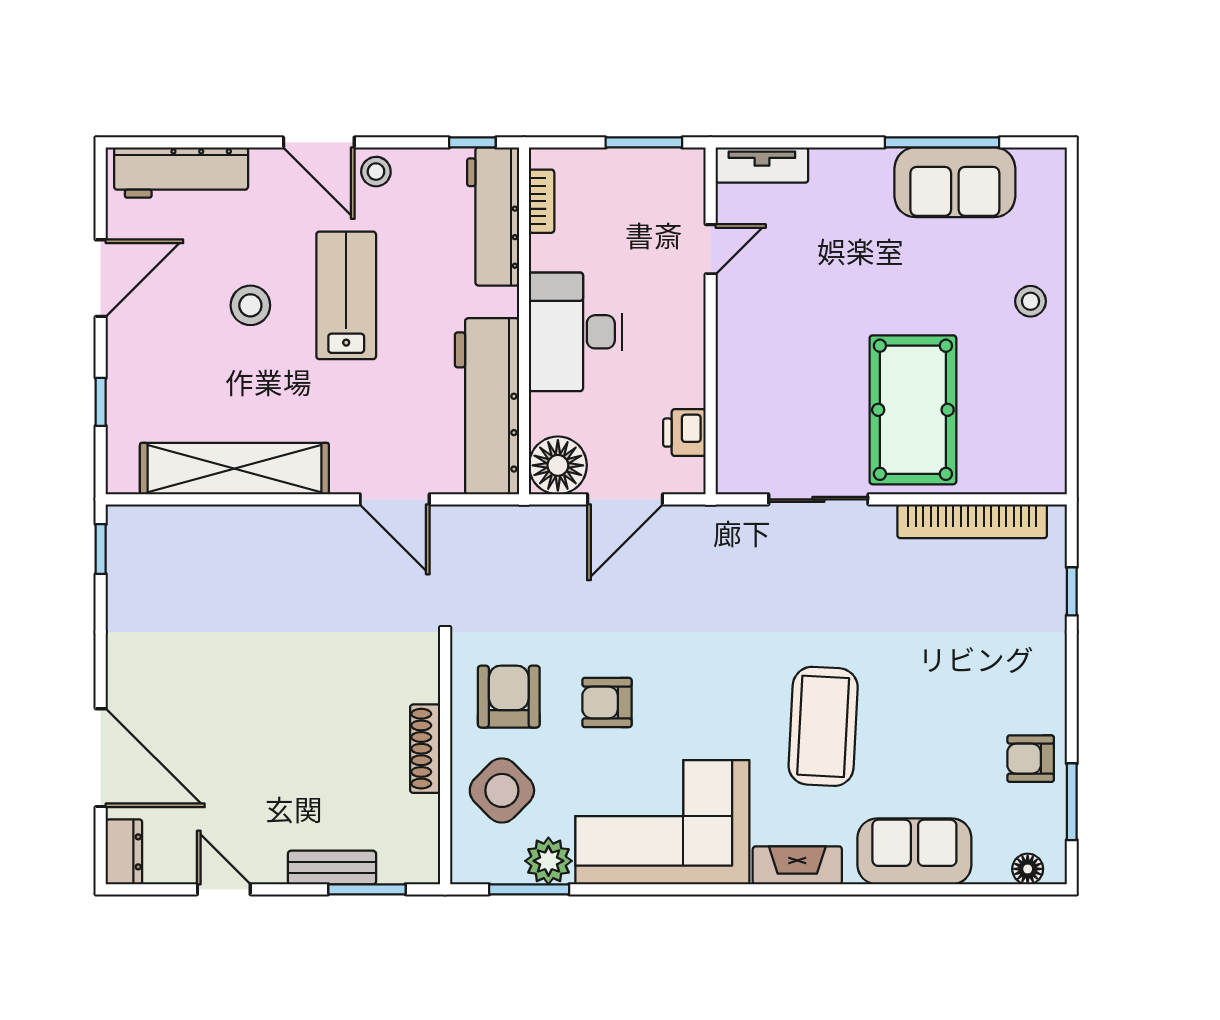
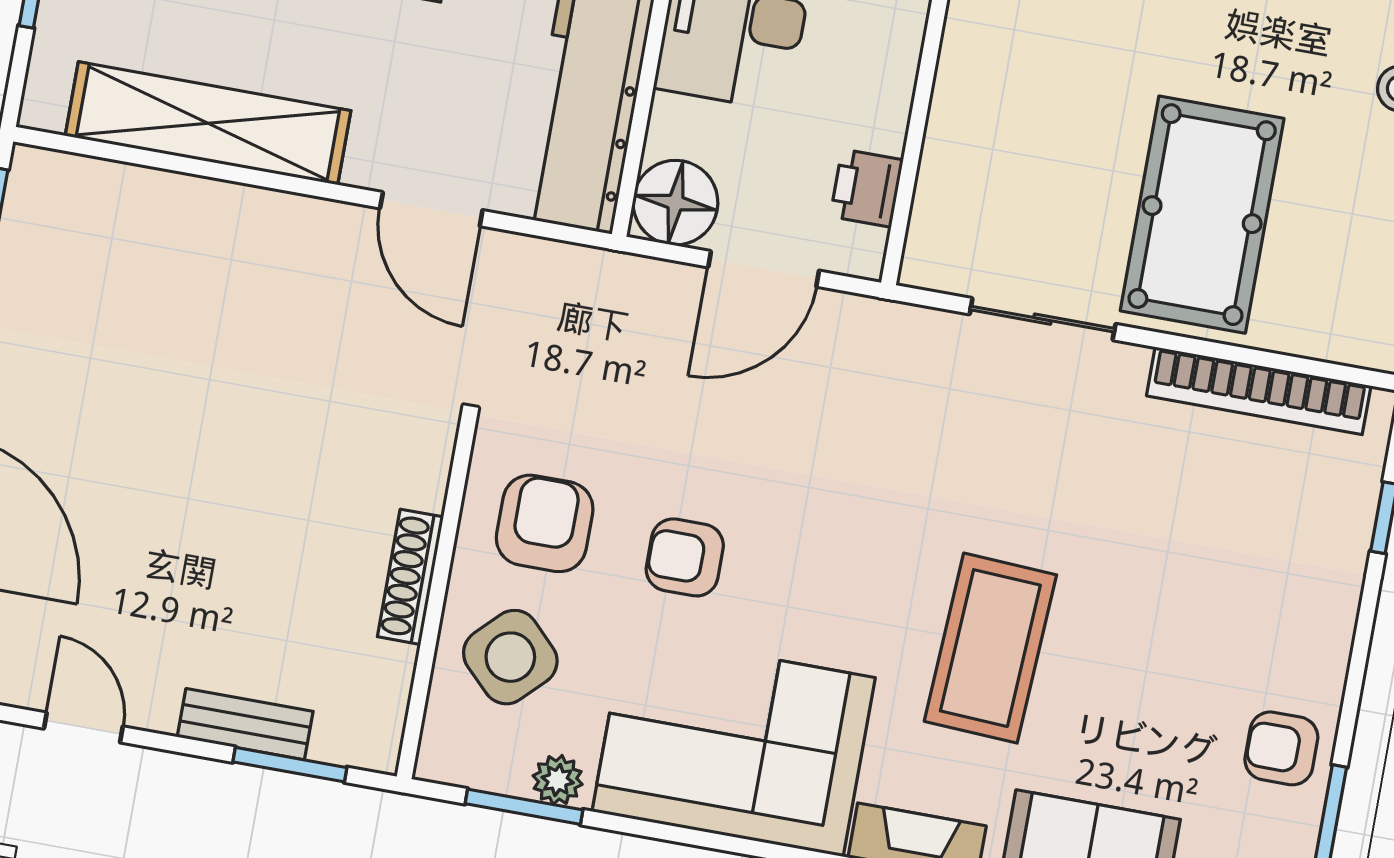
plant: (548, 861) -> (558, 780), width x0.73, depth x0.73

